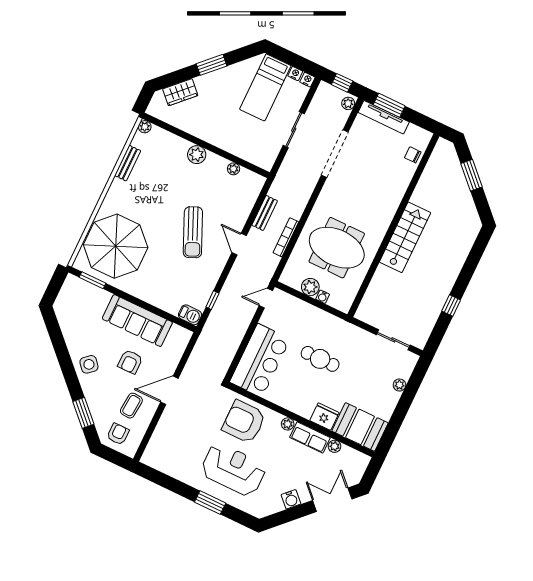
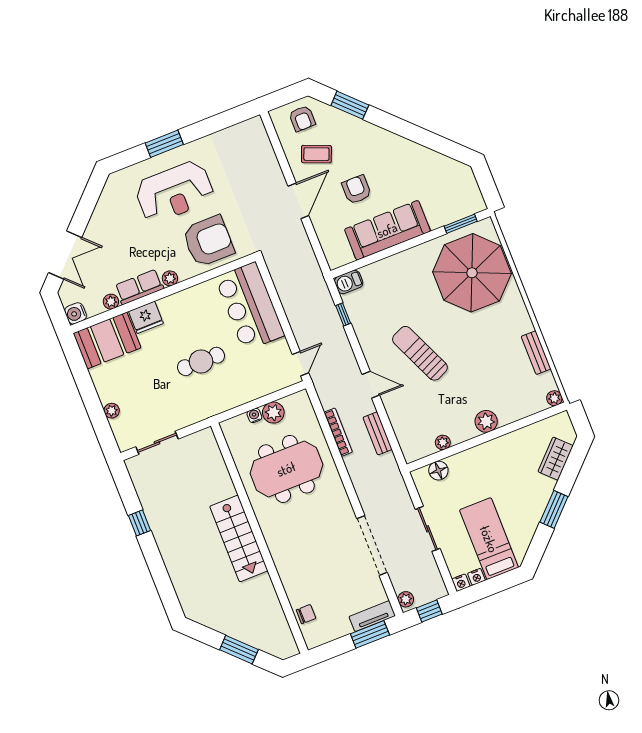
tv unit: (384, 117) -> (372, 616), width x0.71
floor lamp: (253, 156) -> (438, 471), added
side table: (89, 364) -> (389, 151), removed
coffee table: (131, 406) -> (316, 154), turned -73
water cooler: (291, 499) -> (76, 313), moved, turned -45

